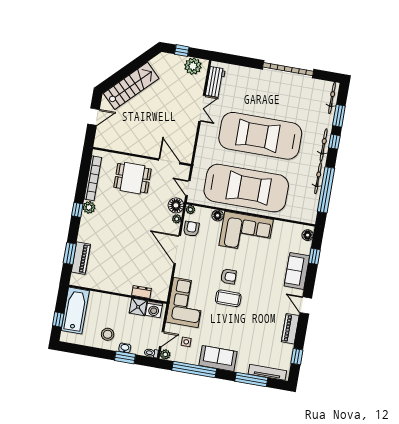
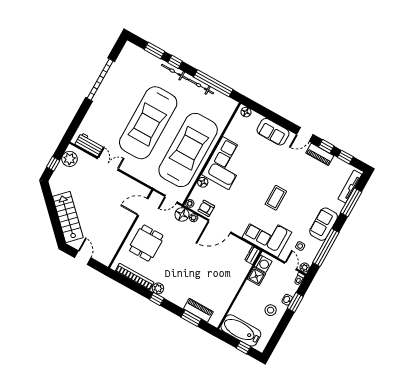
bicycle: (332, 98) -> (137, 51), removed
window: (314, 256) -> (326, 146), moved
armchair: (228, 276) -> (257, 191), removed
dresser: (141, 292) -> (253, 255), moved

